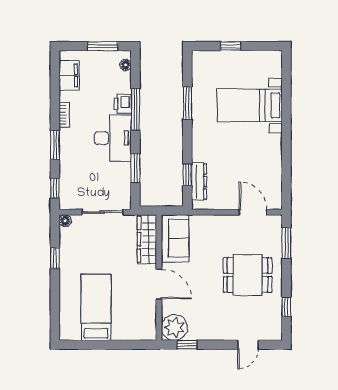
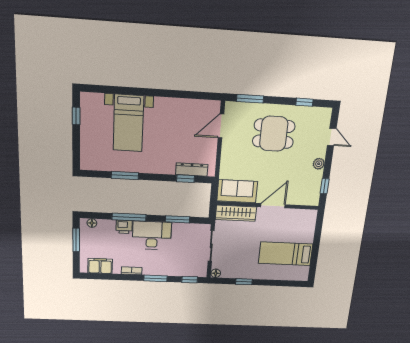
window: (231, 46) -> (76, 116), moved
dining table: (248, 275) -> (274, 134), turned 90
plant: (174, 327) -> (319, 164), moved, width x0.53, depth x0.53

